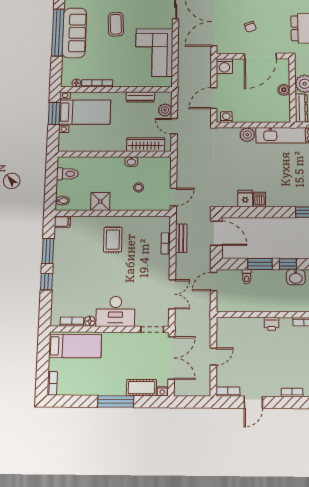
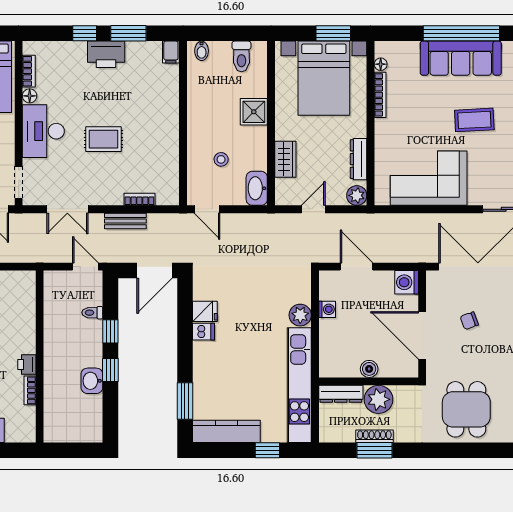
plant: (165, 110) -> (357, 195), moved
bed with nightstands: (85, 112) -> (324, 78), width x1.36
washing machine: (226, 117) -> (327, 309), moved
wardrobe: (146, 145) -> (285, 159), width x0.67
washbasin: (131, 161) -> (257, 188), moved, width x1.91, depth x1.45
shower: (100, 202) -> (254, 112), moved
bench: (181, 238) -> (125, 221), moved
rug: (113, 240) -> (103, 139), moved
window: (260, 264) -> (110, 331), width x0.67
printer: (62, 267) -> (106, 54), added
printer: (271, 324) -> (27, 365), moved

